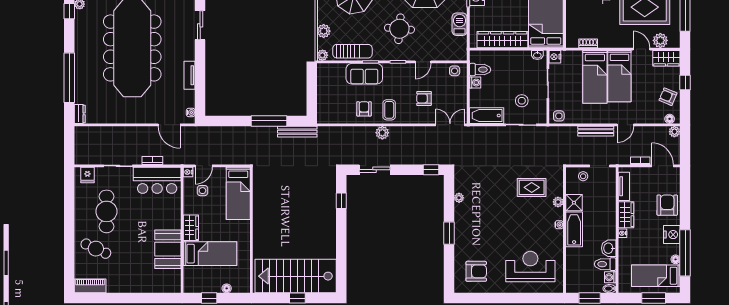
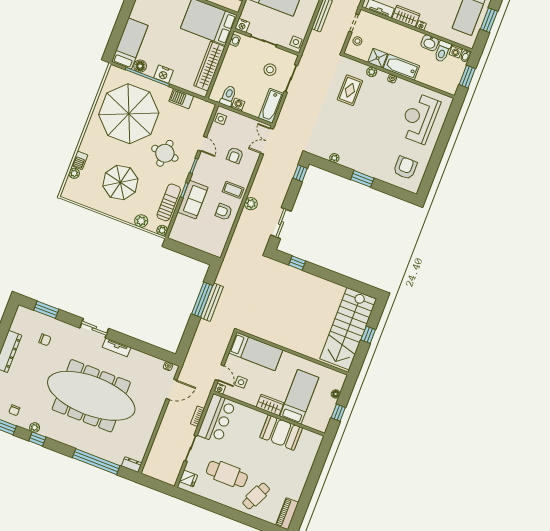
tv unit: (190, 75) -> (117, 347), moved
bench: (297, 132) -> (212, 302), moved

